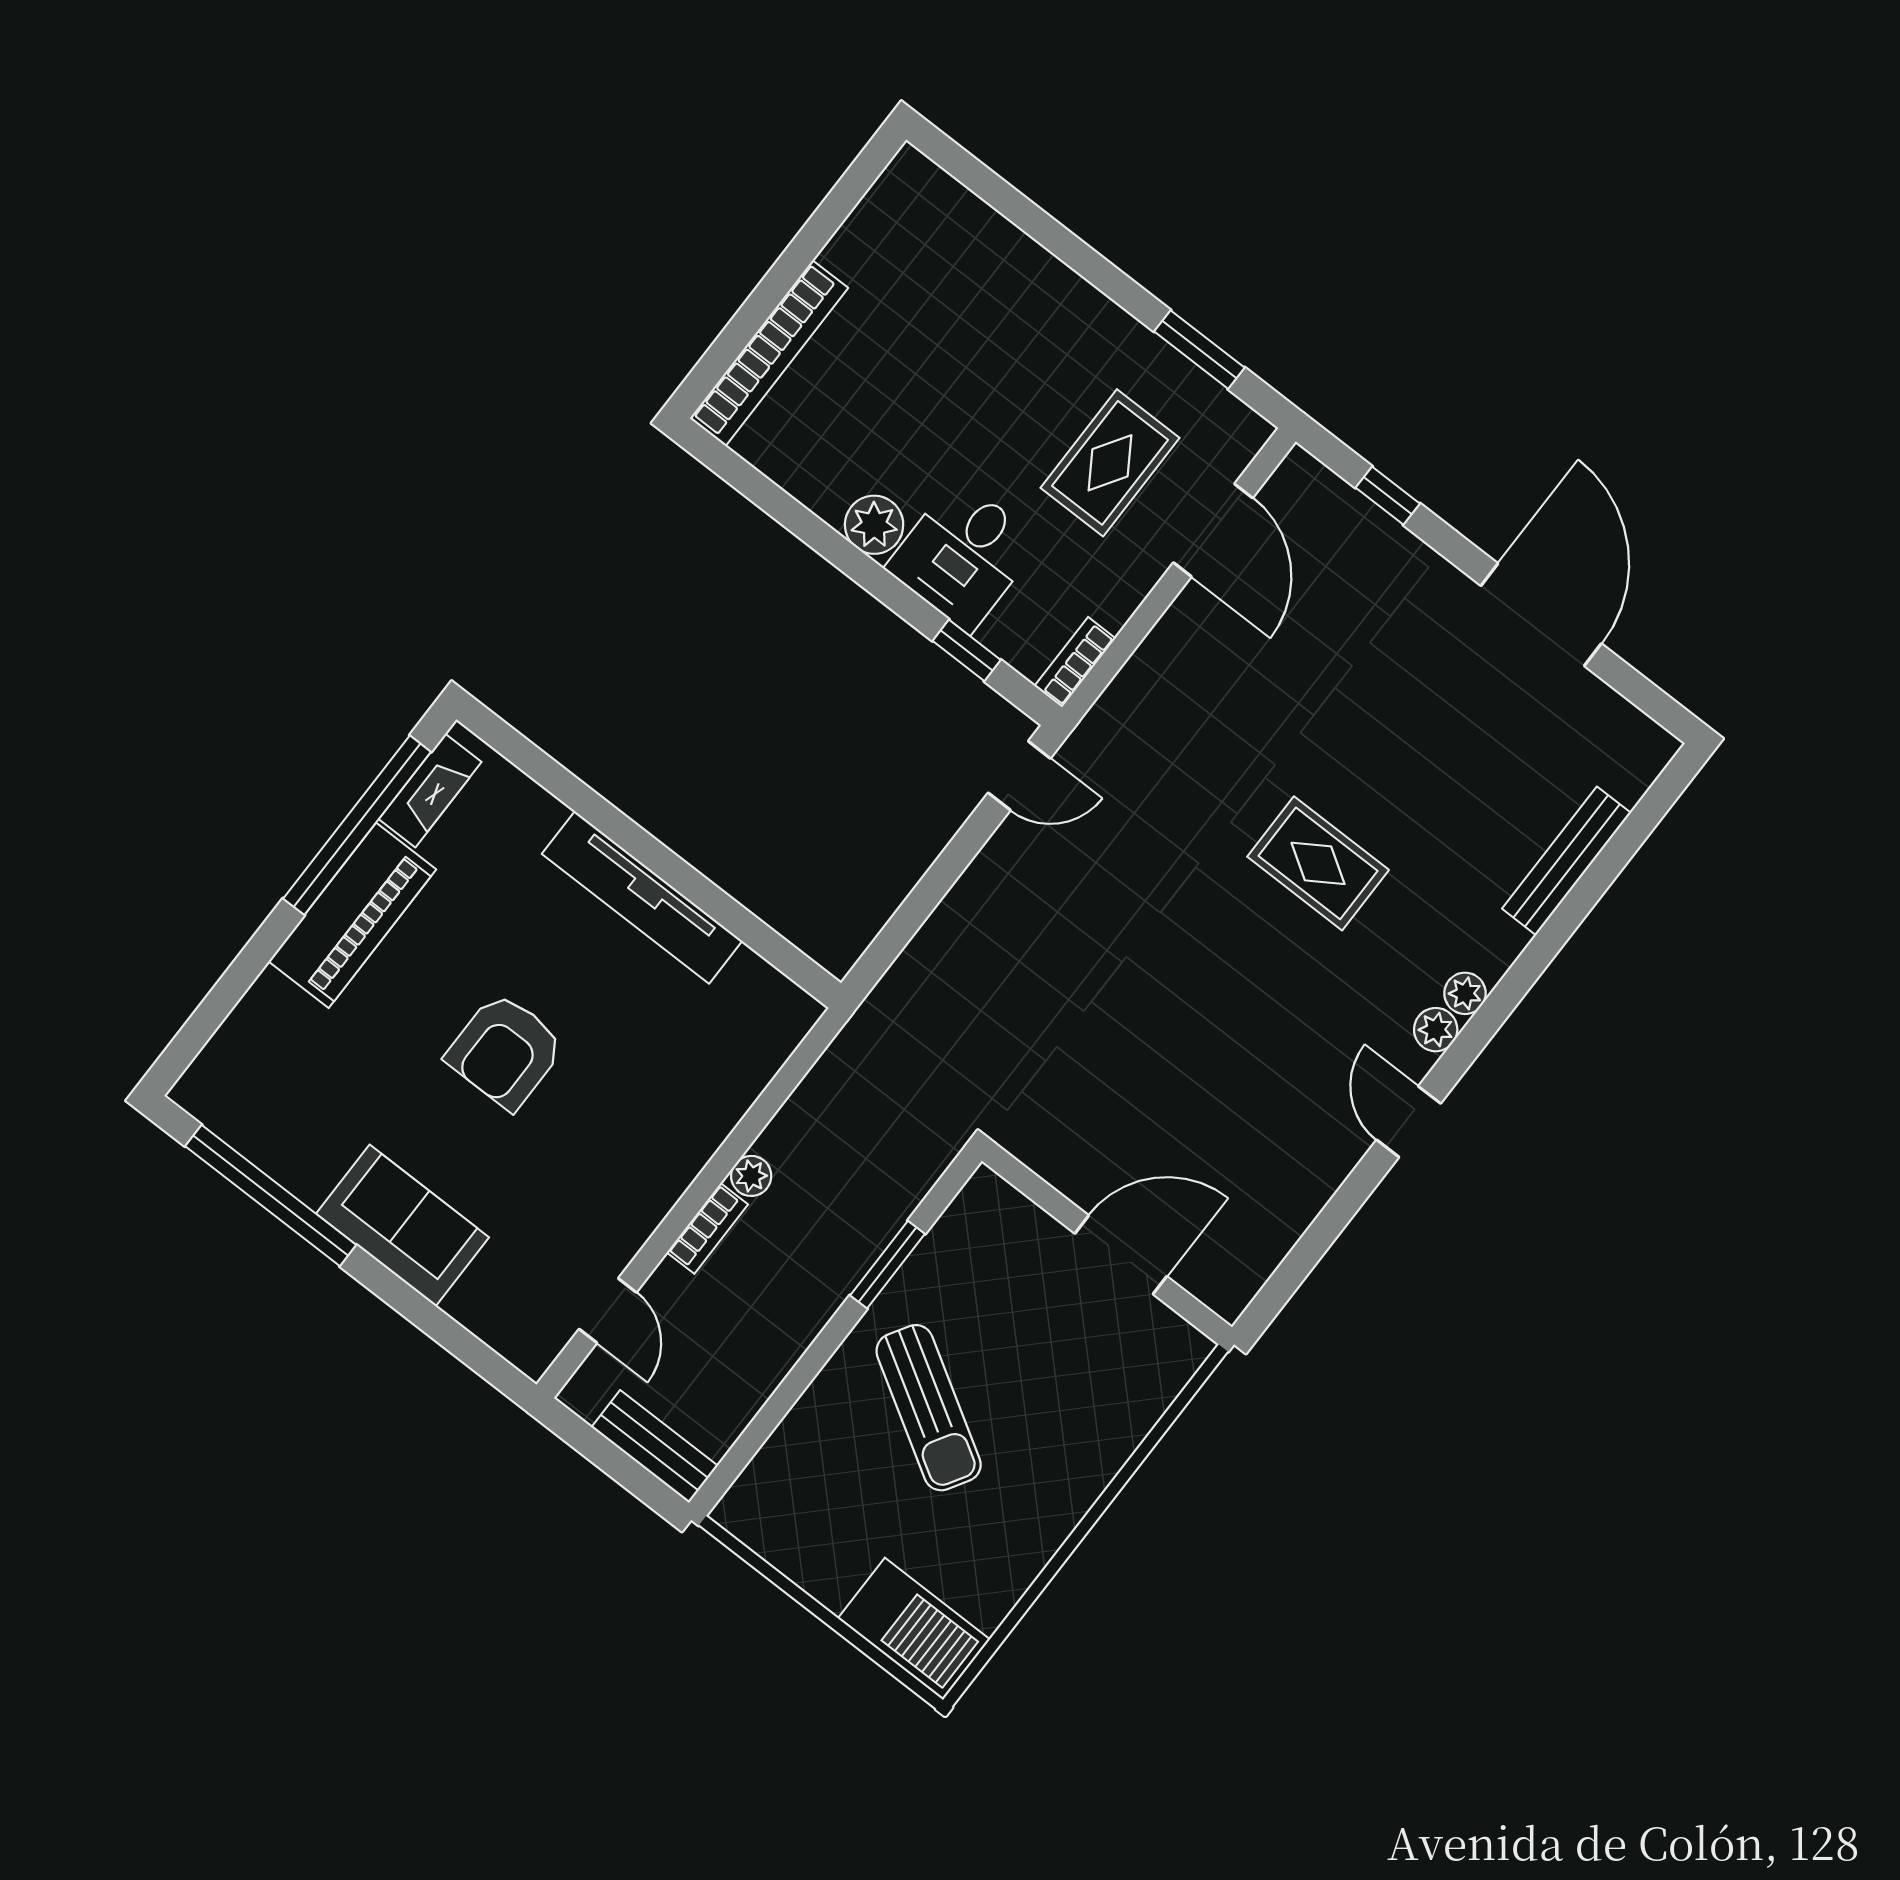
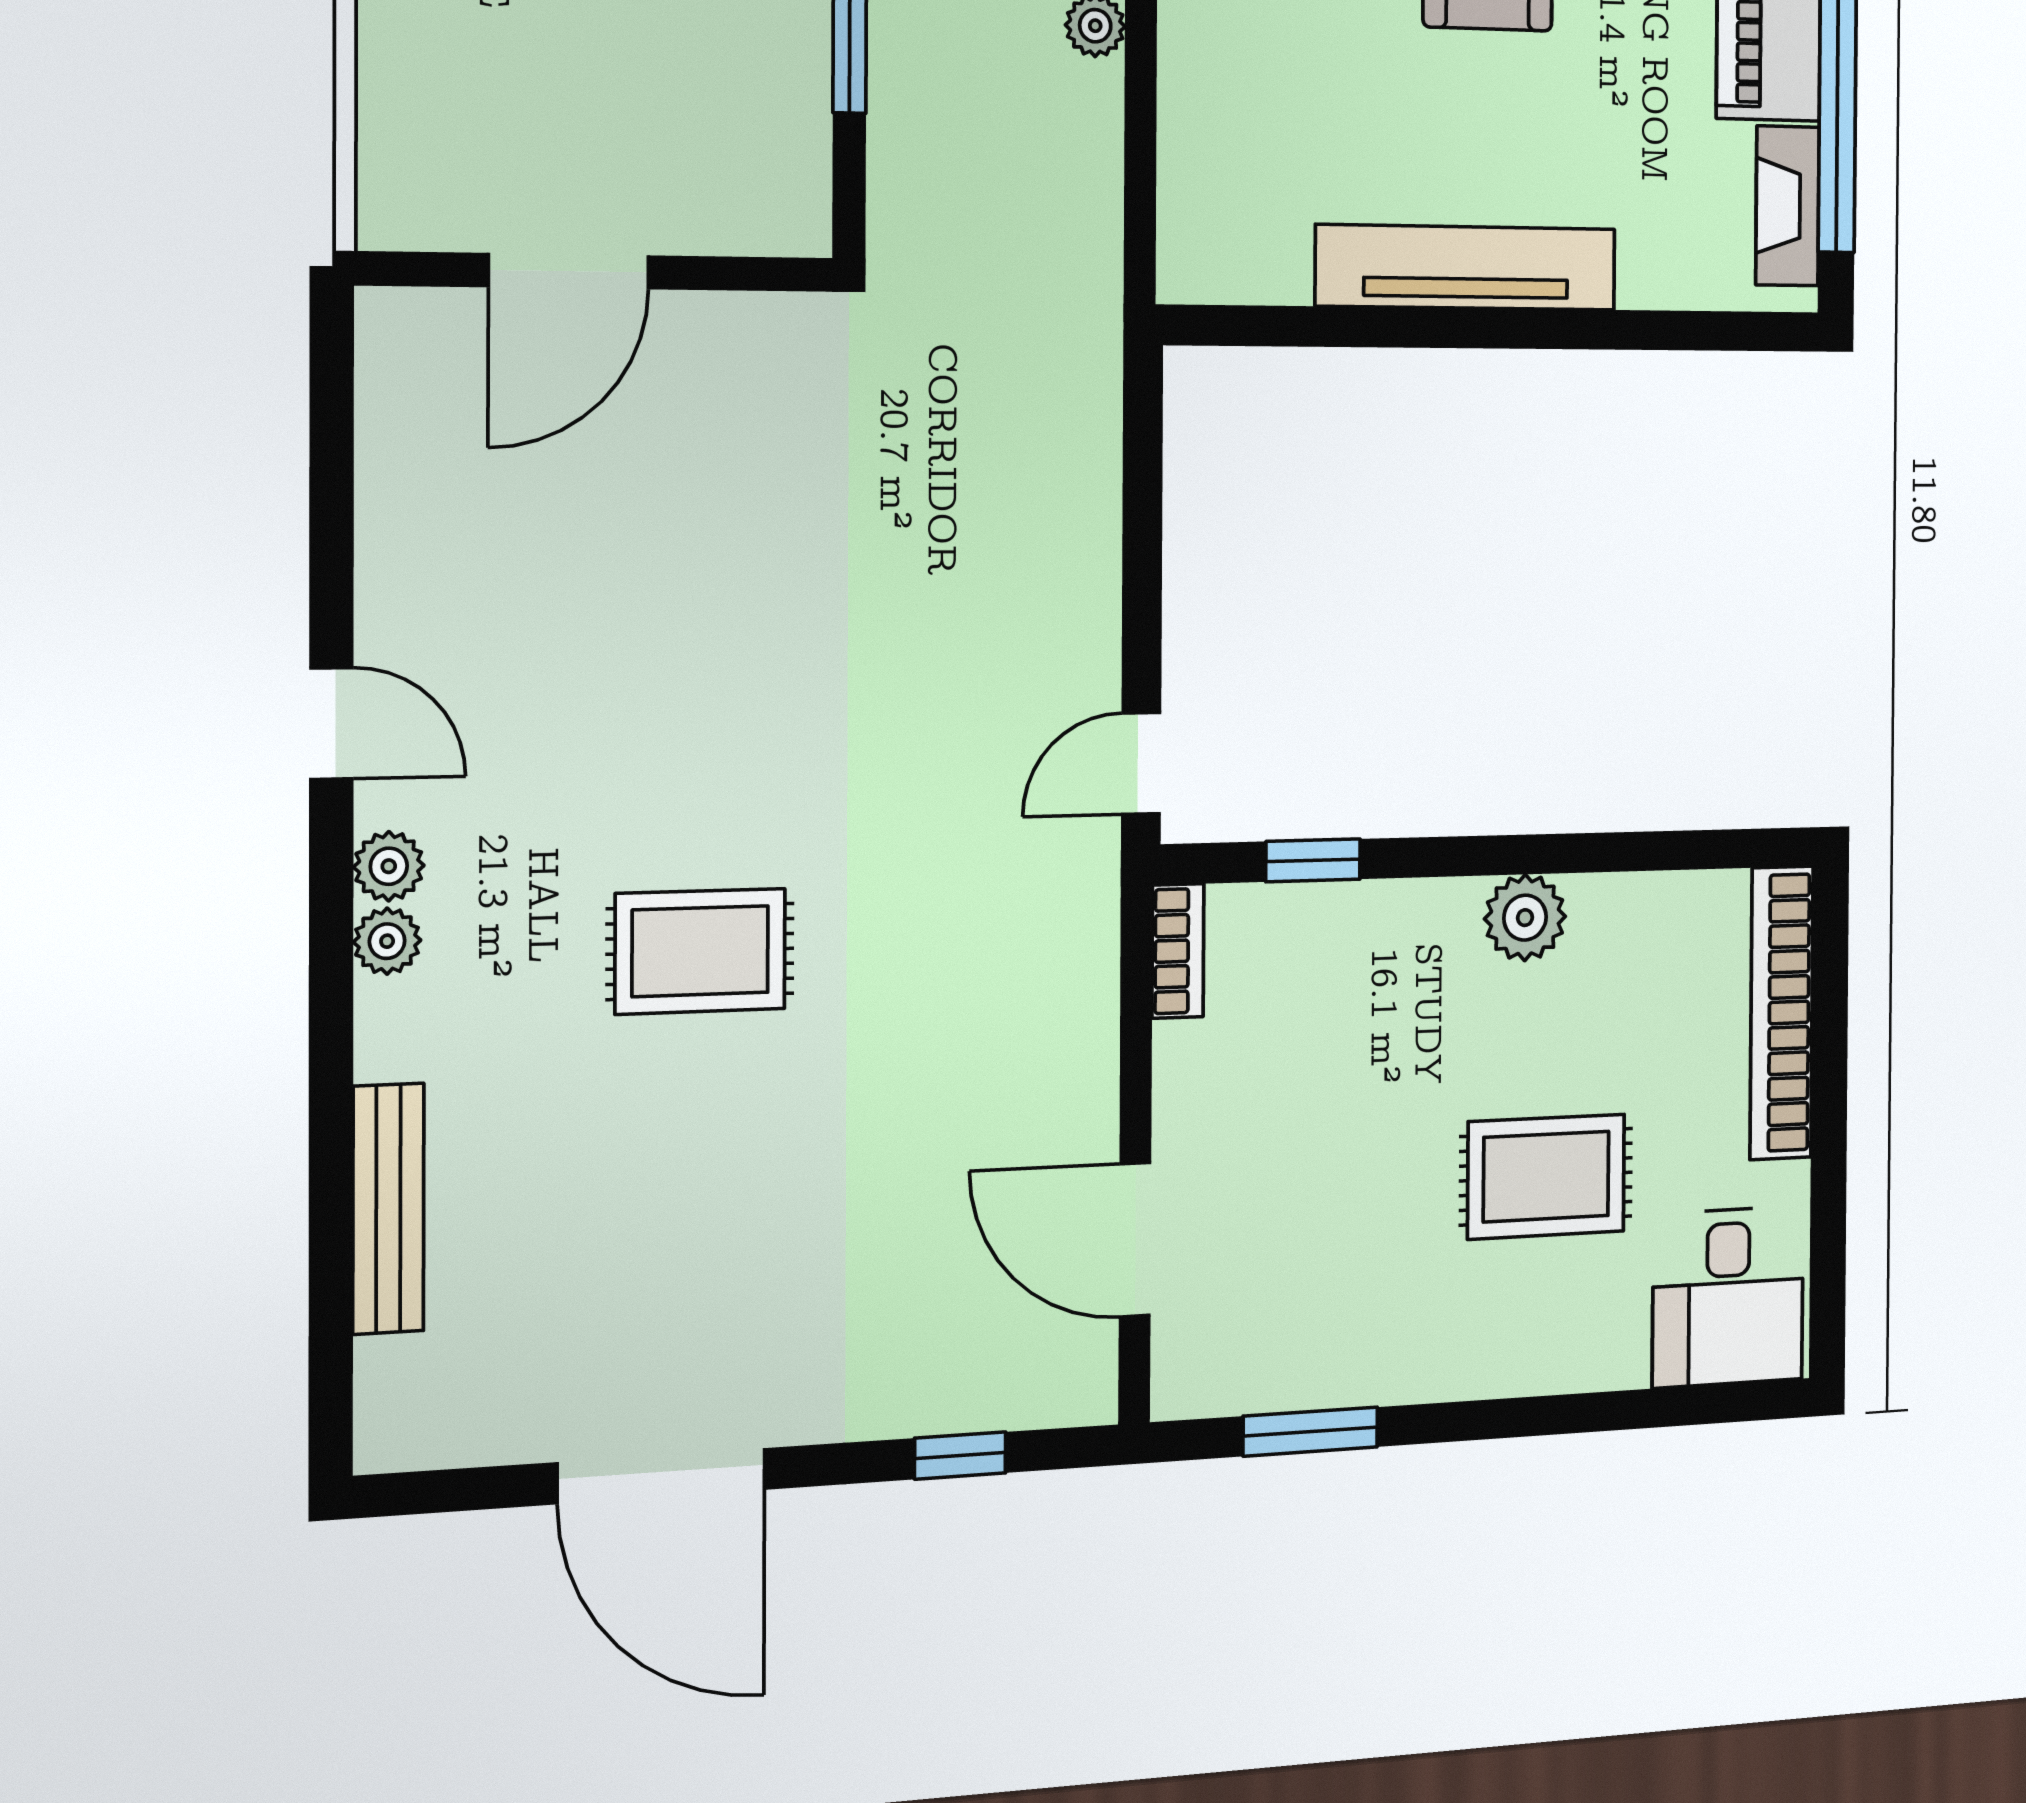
rug: (1110, 463) -> (1546, 1177), moved, turned 90
desk: (963, 555) -> (1728, 1297), moved, turned 180

